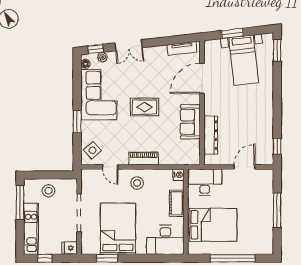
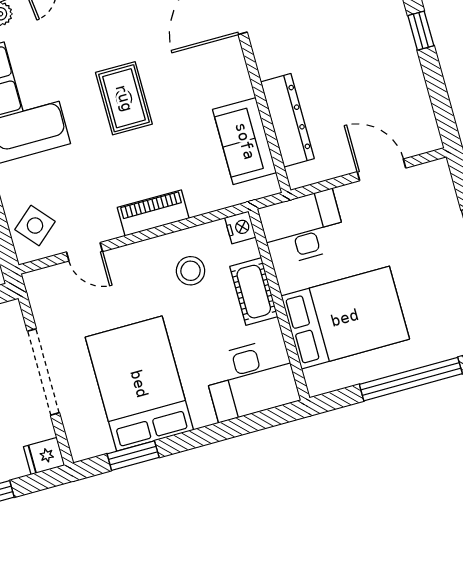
rug: (145, 107) -> (124, 98), turned 90
sofa: (190, 122) -> (245, 141), moved
window: (277, 146) -> (421, 31), moved
door: (244, 167) -> (381, 170), hinge flipped
stool: (137, 183) -> (191, 271), moved

